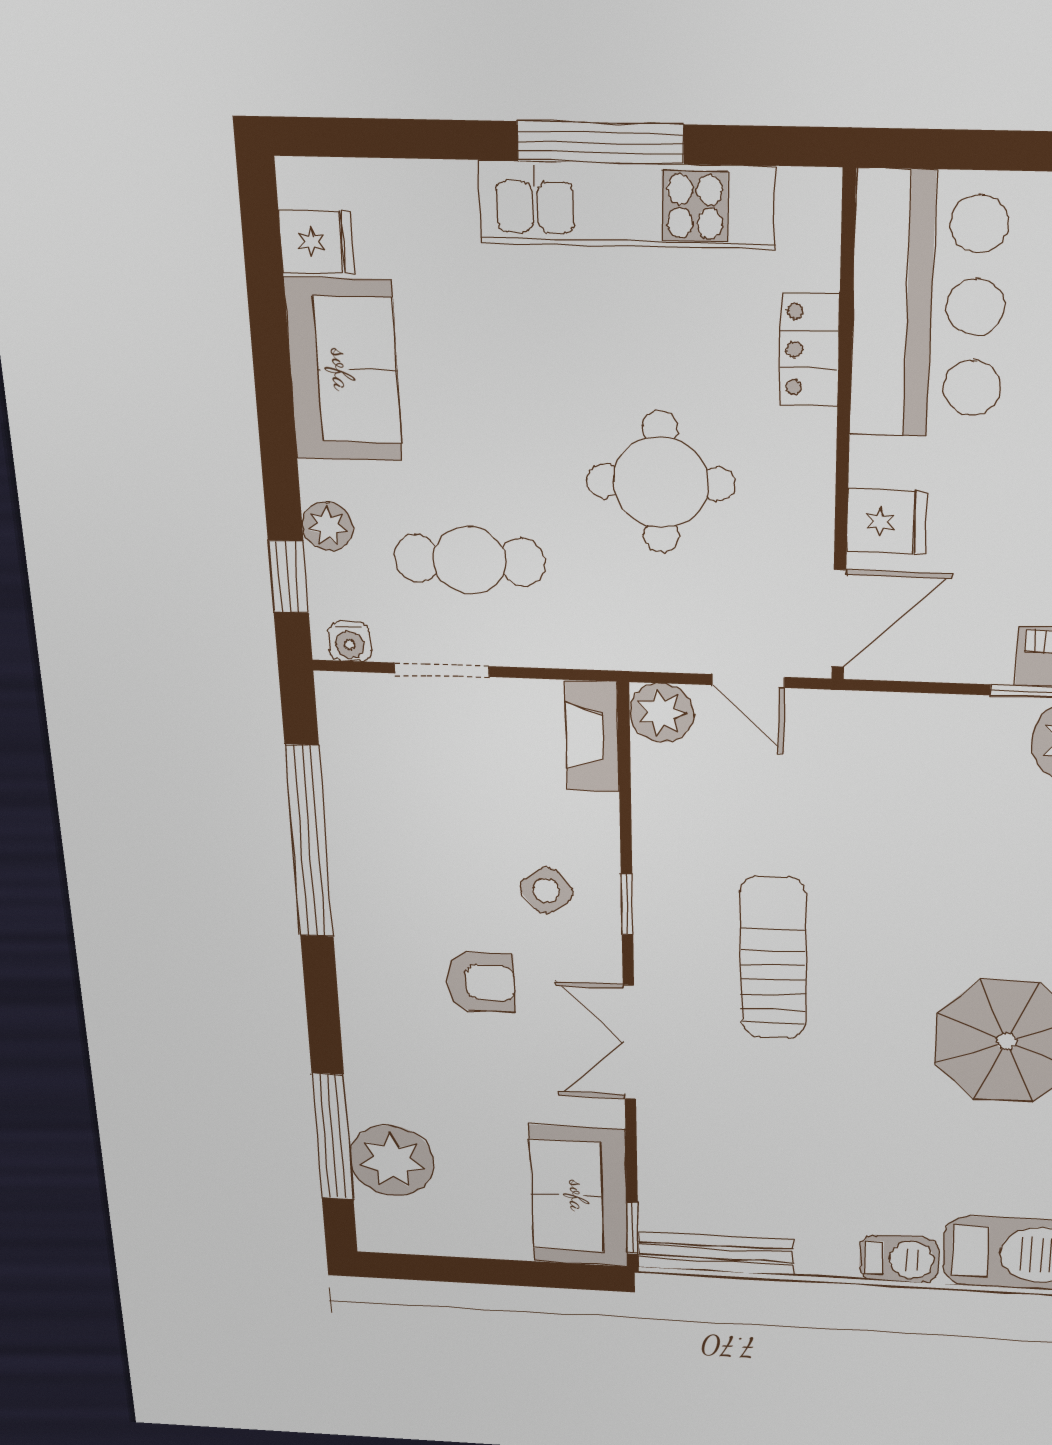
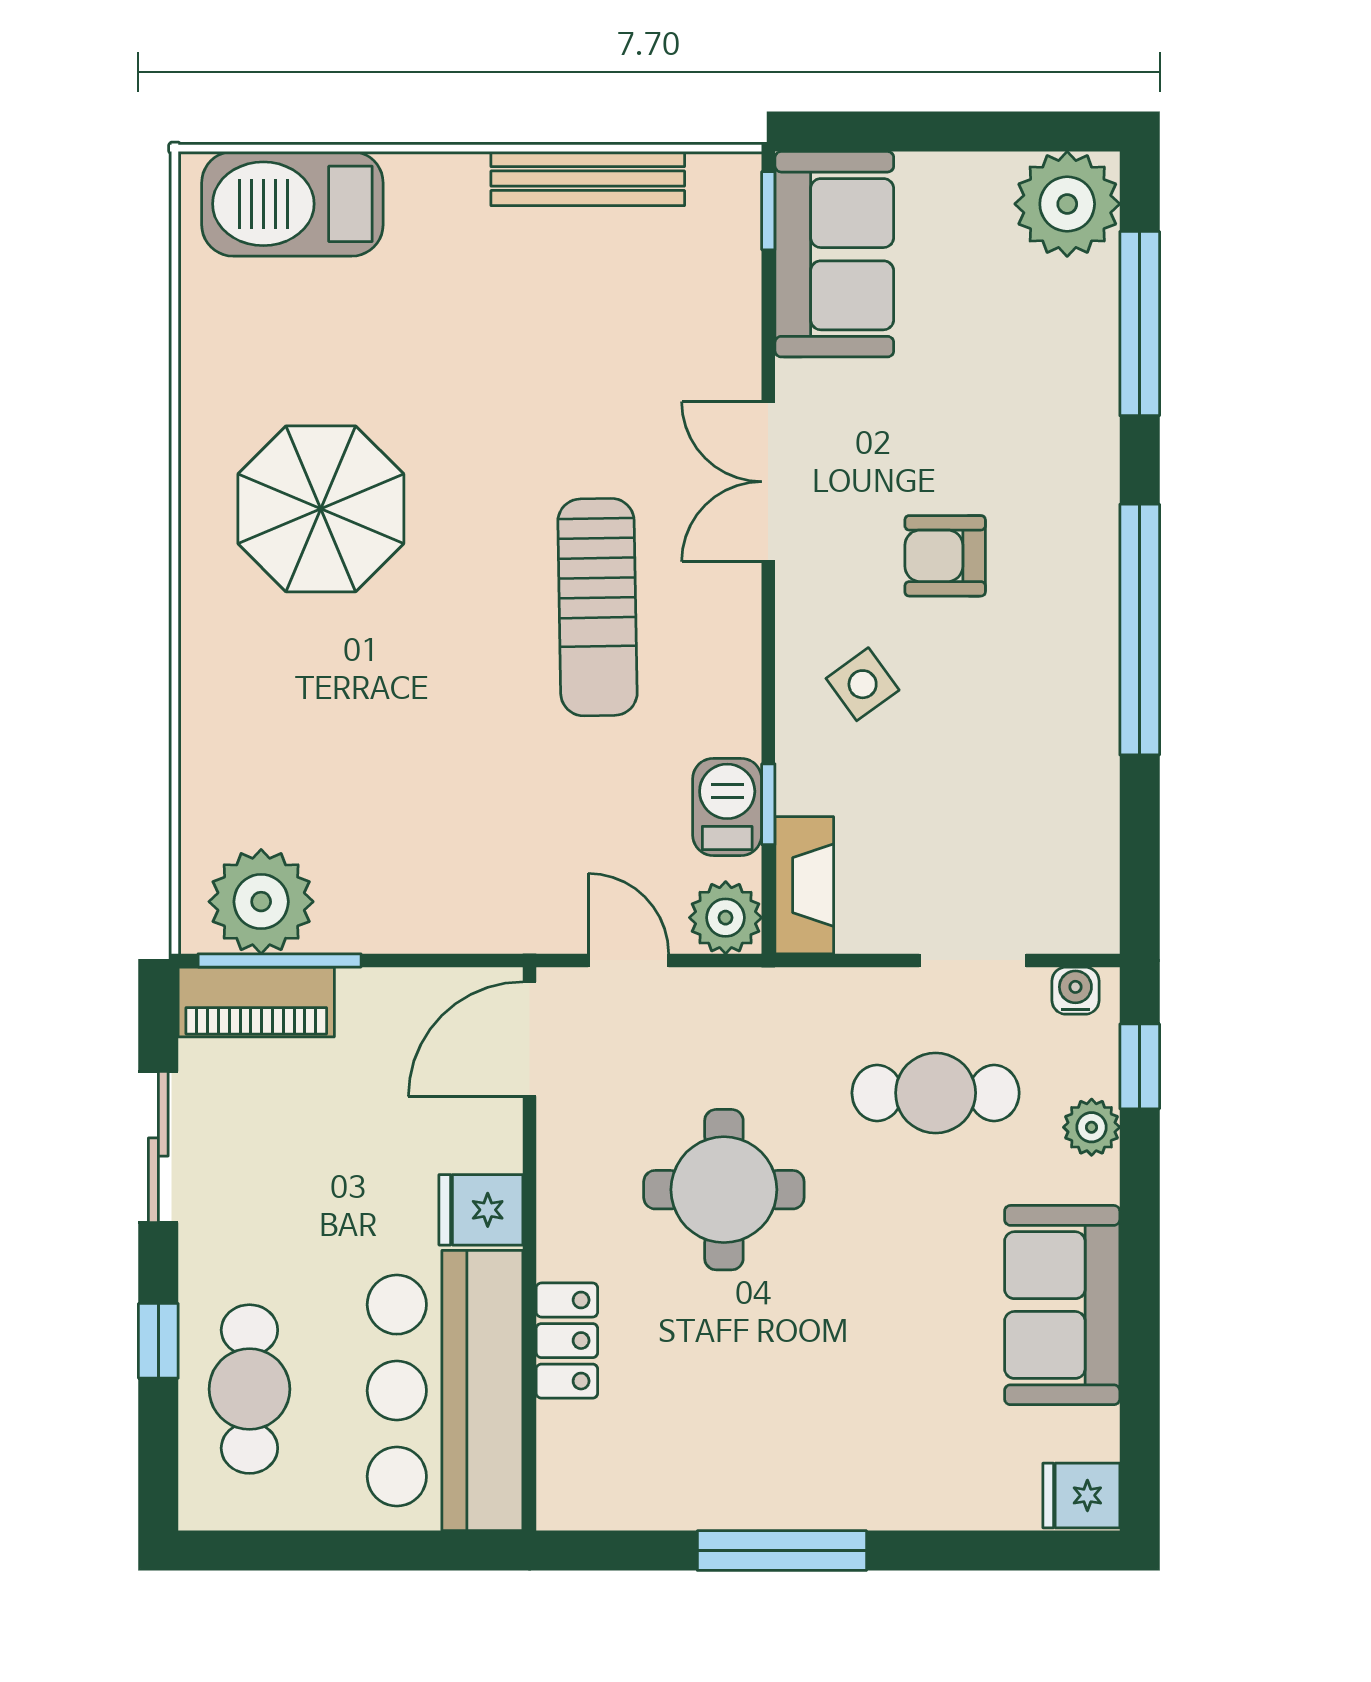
kitchen unit: (627, 205) -> (756, 1488), removed
fridge: (317, 242) -> (1081, 1495), moved
fridge: (887, 522) -> (481, 1210), moved
window: (309, 842) -> (1140, 630), moved
window: (627, 904) -> (768, 804), moved
double door: (629, 1042) -> (768, 482), swing flipped
plant: (392, 1161) -> (1067, 204), moved
bench: (716, 1254) -> (588, 179), moved
barbecue: (899, 1259) -> (727, 807), moved, turned 90

